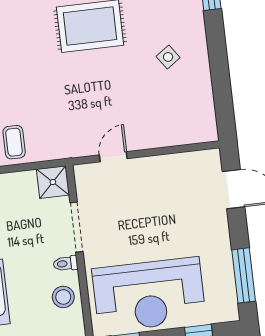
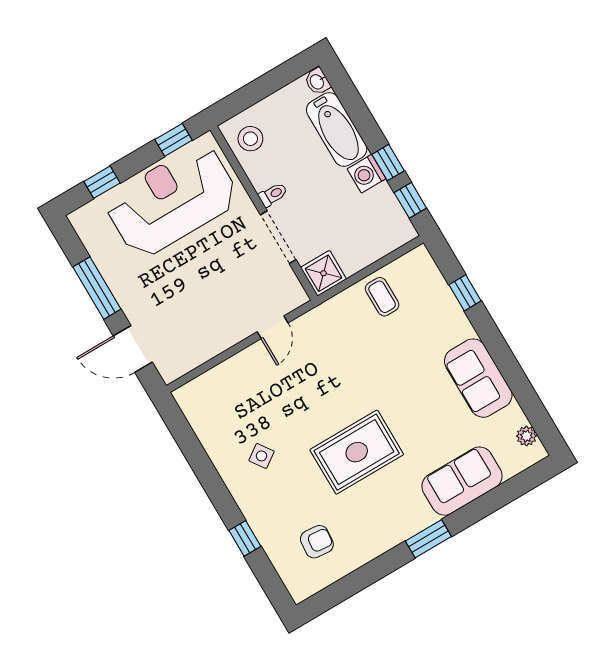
window: (244, 275) -> (97, 288), moved
stool: (63, 297) -> (250, 139), moved

